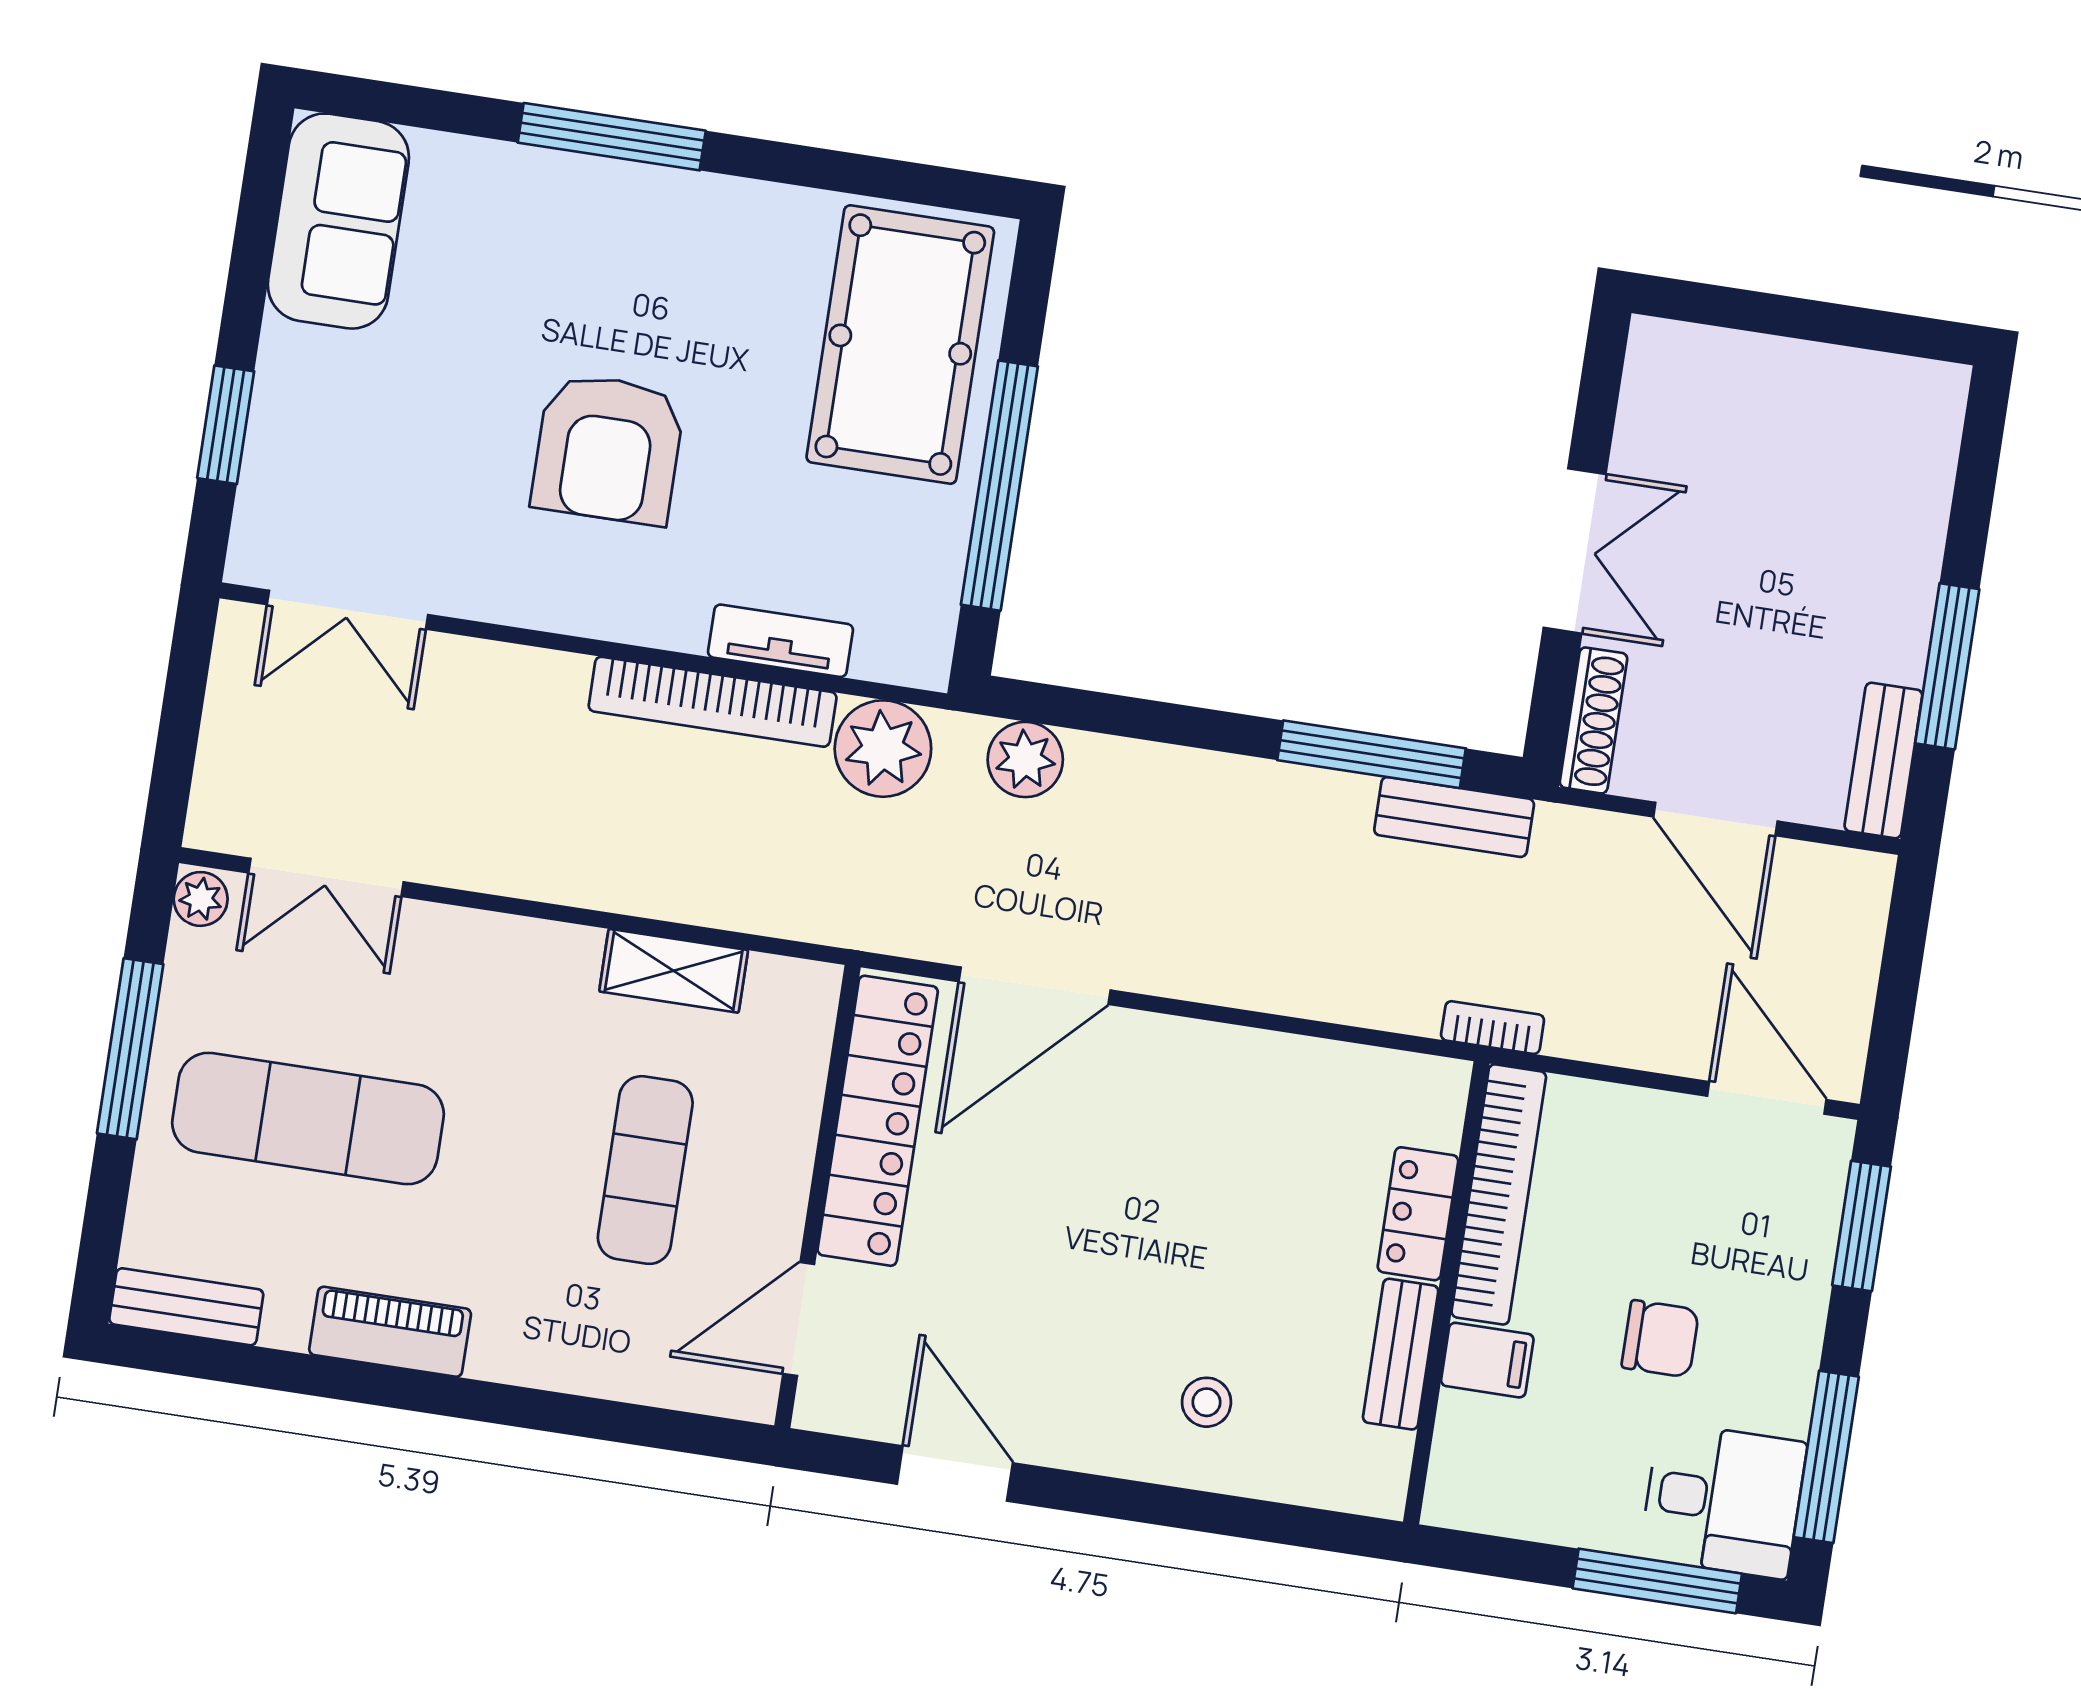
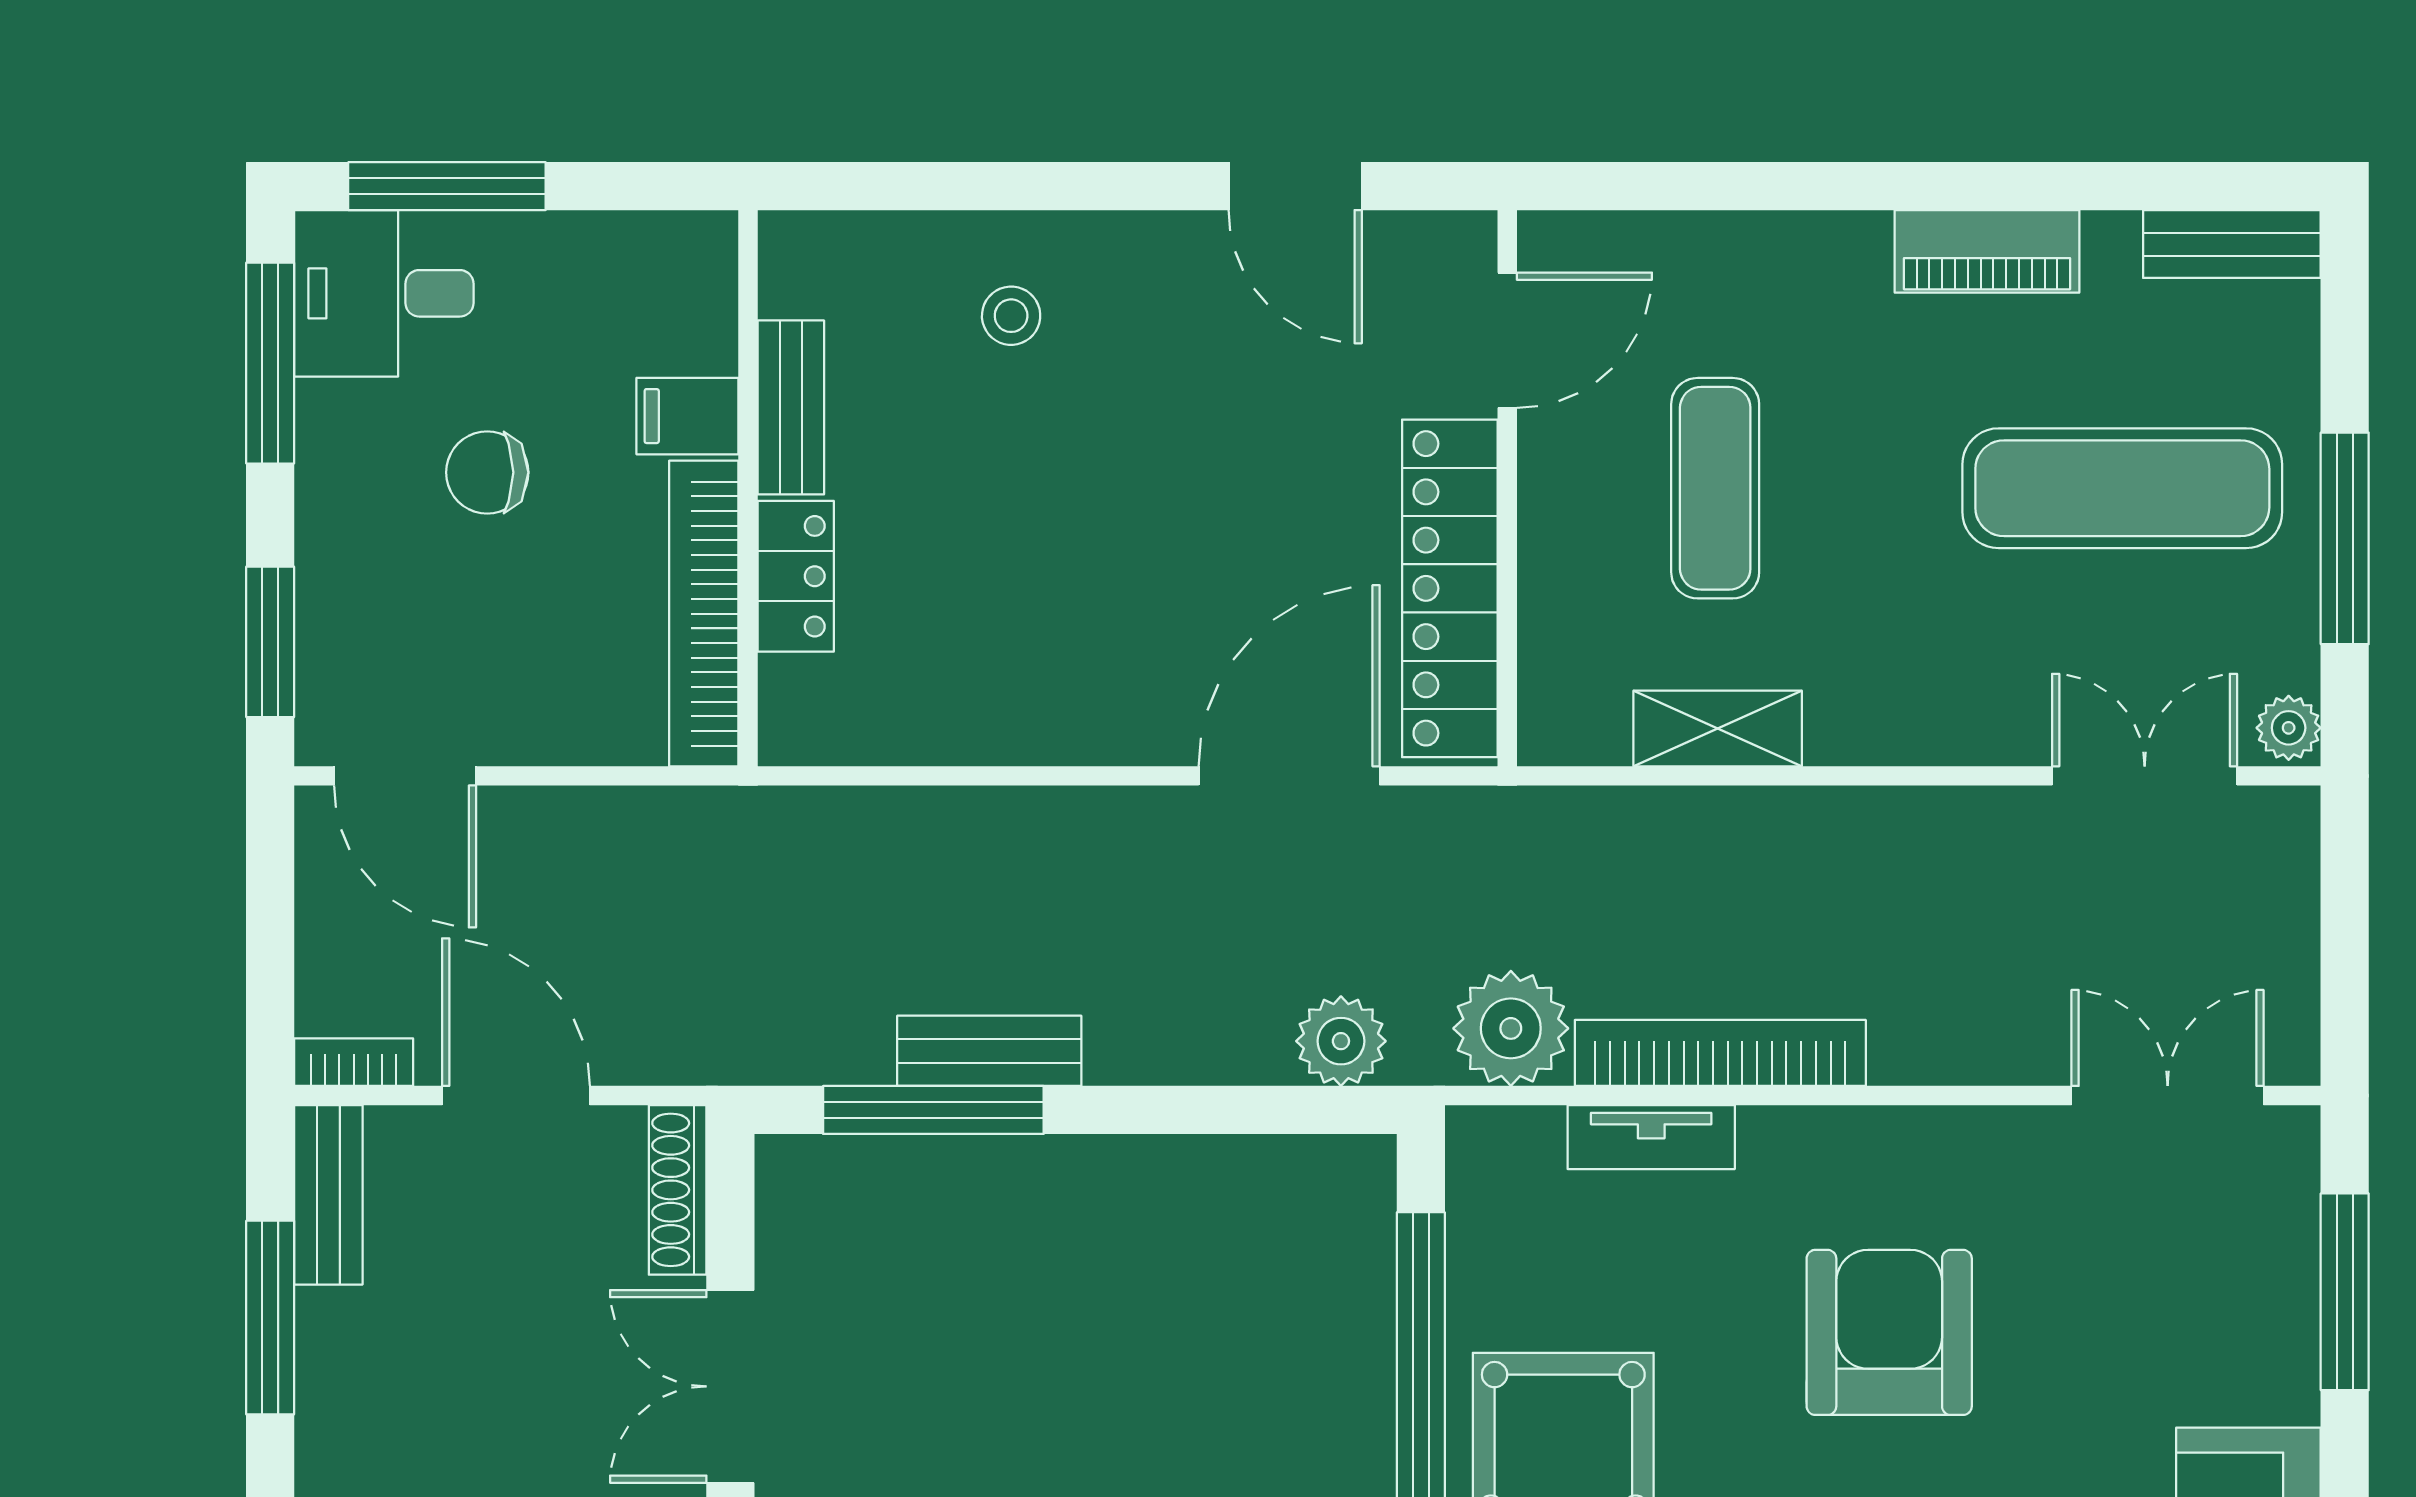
window: (226, 425) -> (2345, 1292), width x1.44
bench: (1454, 817) -> (989, 1051), moved
bookcase: (1493, 1028) -> (354, 1062), moved, turned 180

